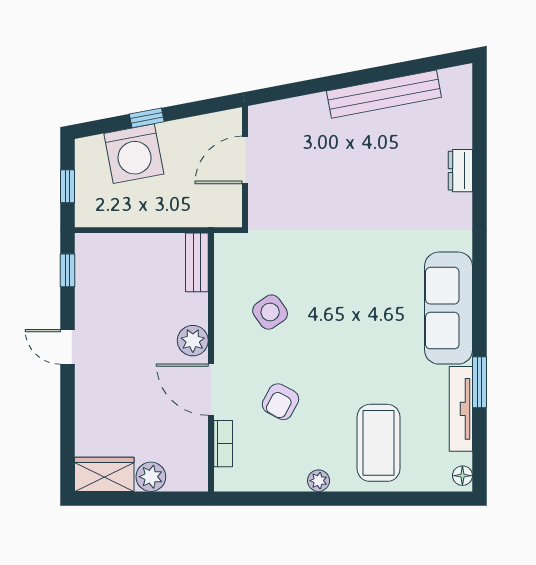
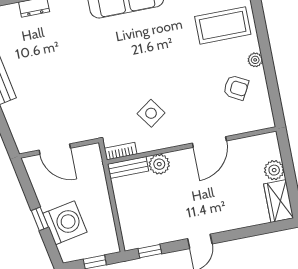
plant: (193, 341) -> (159, 164), moved
armchair: (281, 402) -> (236, 88), moved
bookcase: (223, 444) -> (121, 151), moved

